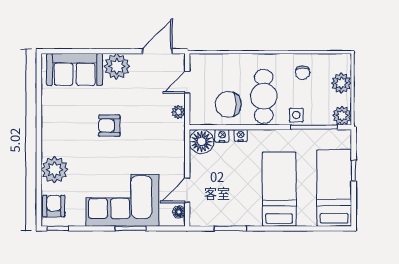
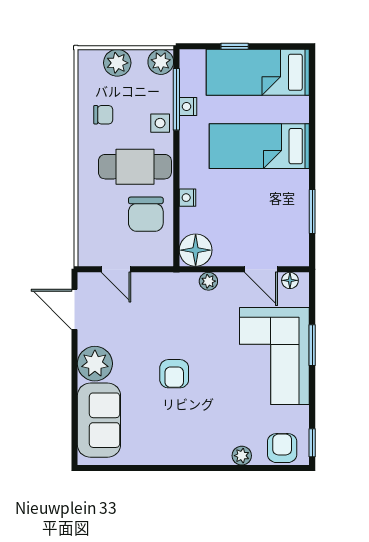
plant: (178, 112) -> (208, 281), moved
nightstand: (222, 136) -> (188, 107), moved
plant: (54, 170) -> (242, 456), width x0.53, depth x0.53
armchair: (54, 206) -> (282, 448), turned 90

